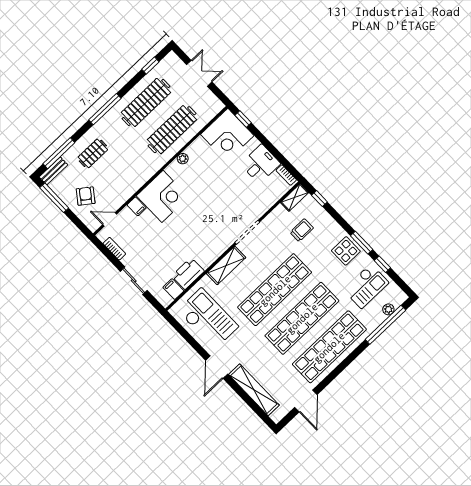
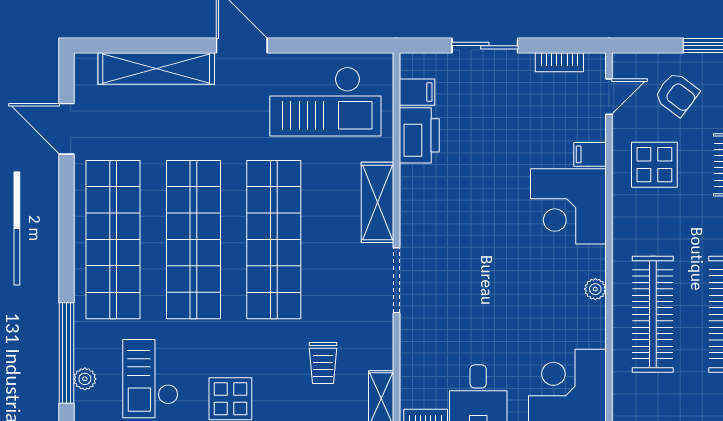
display table: (118, 180) -> (654, 165), added

